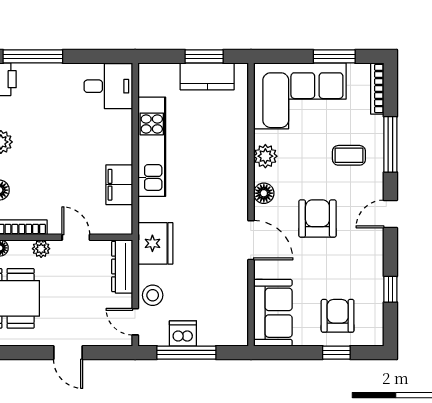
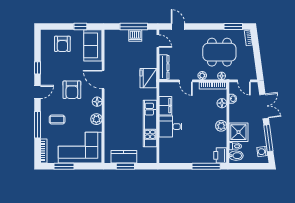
desk: (108, 86) -> (170, 127), moved
window: (390, 289) -> (37, 68), moved
stool: (153, 295) -> (150, 54), removed
door: (68, 353) -> (178, 27), moved
window: (336, 353) -> (80, 27), moved

